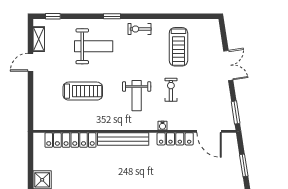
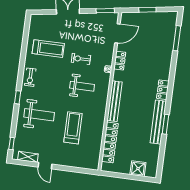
weight bench: (94, 46) -> (39, 115), turned 90
locker: (175, 139) -> (120, 61), width x0.66

